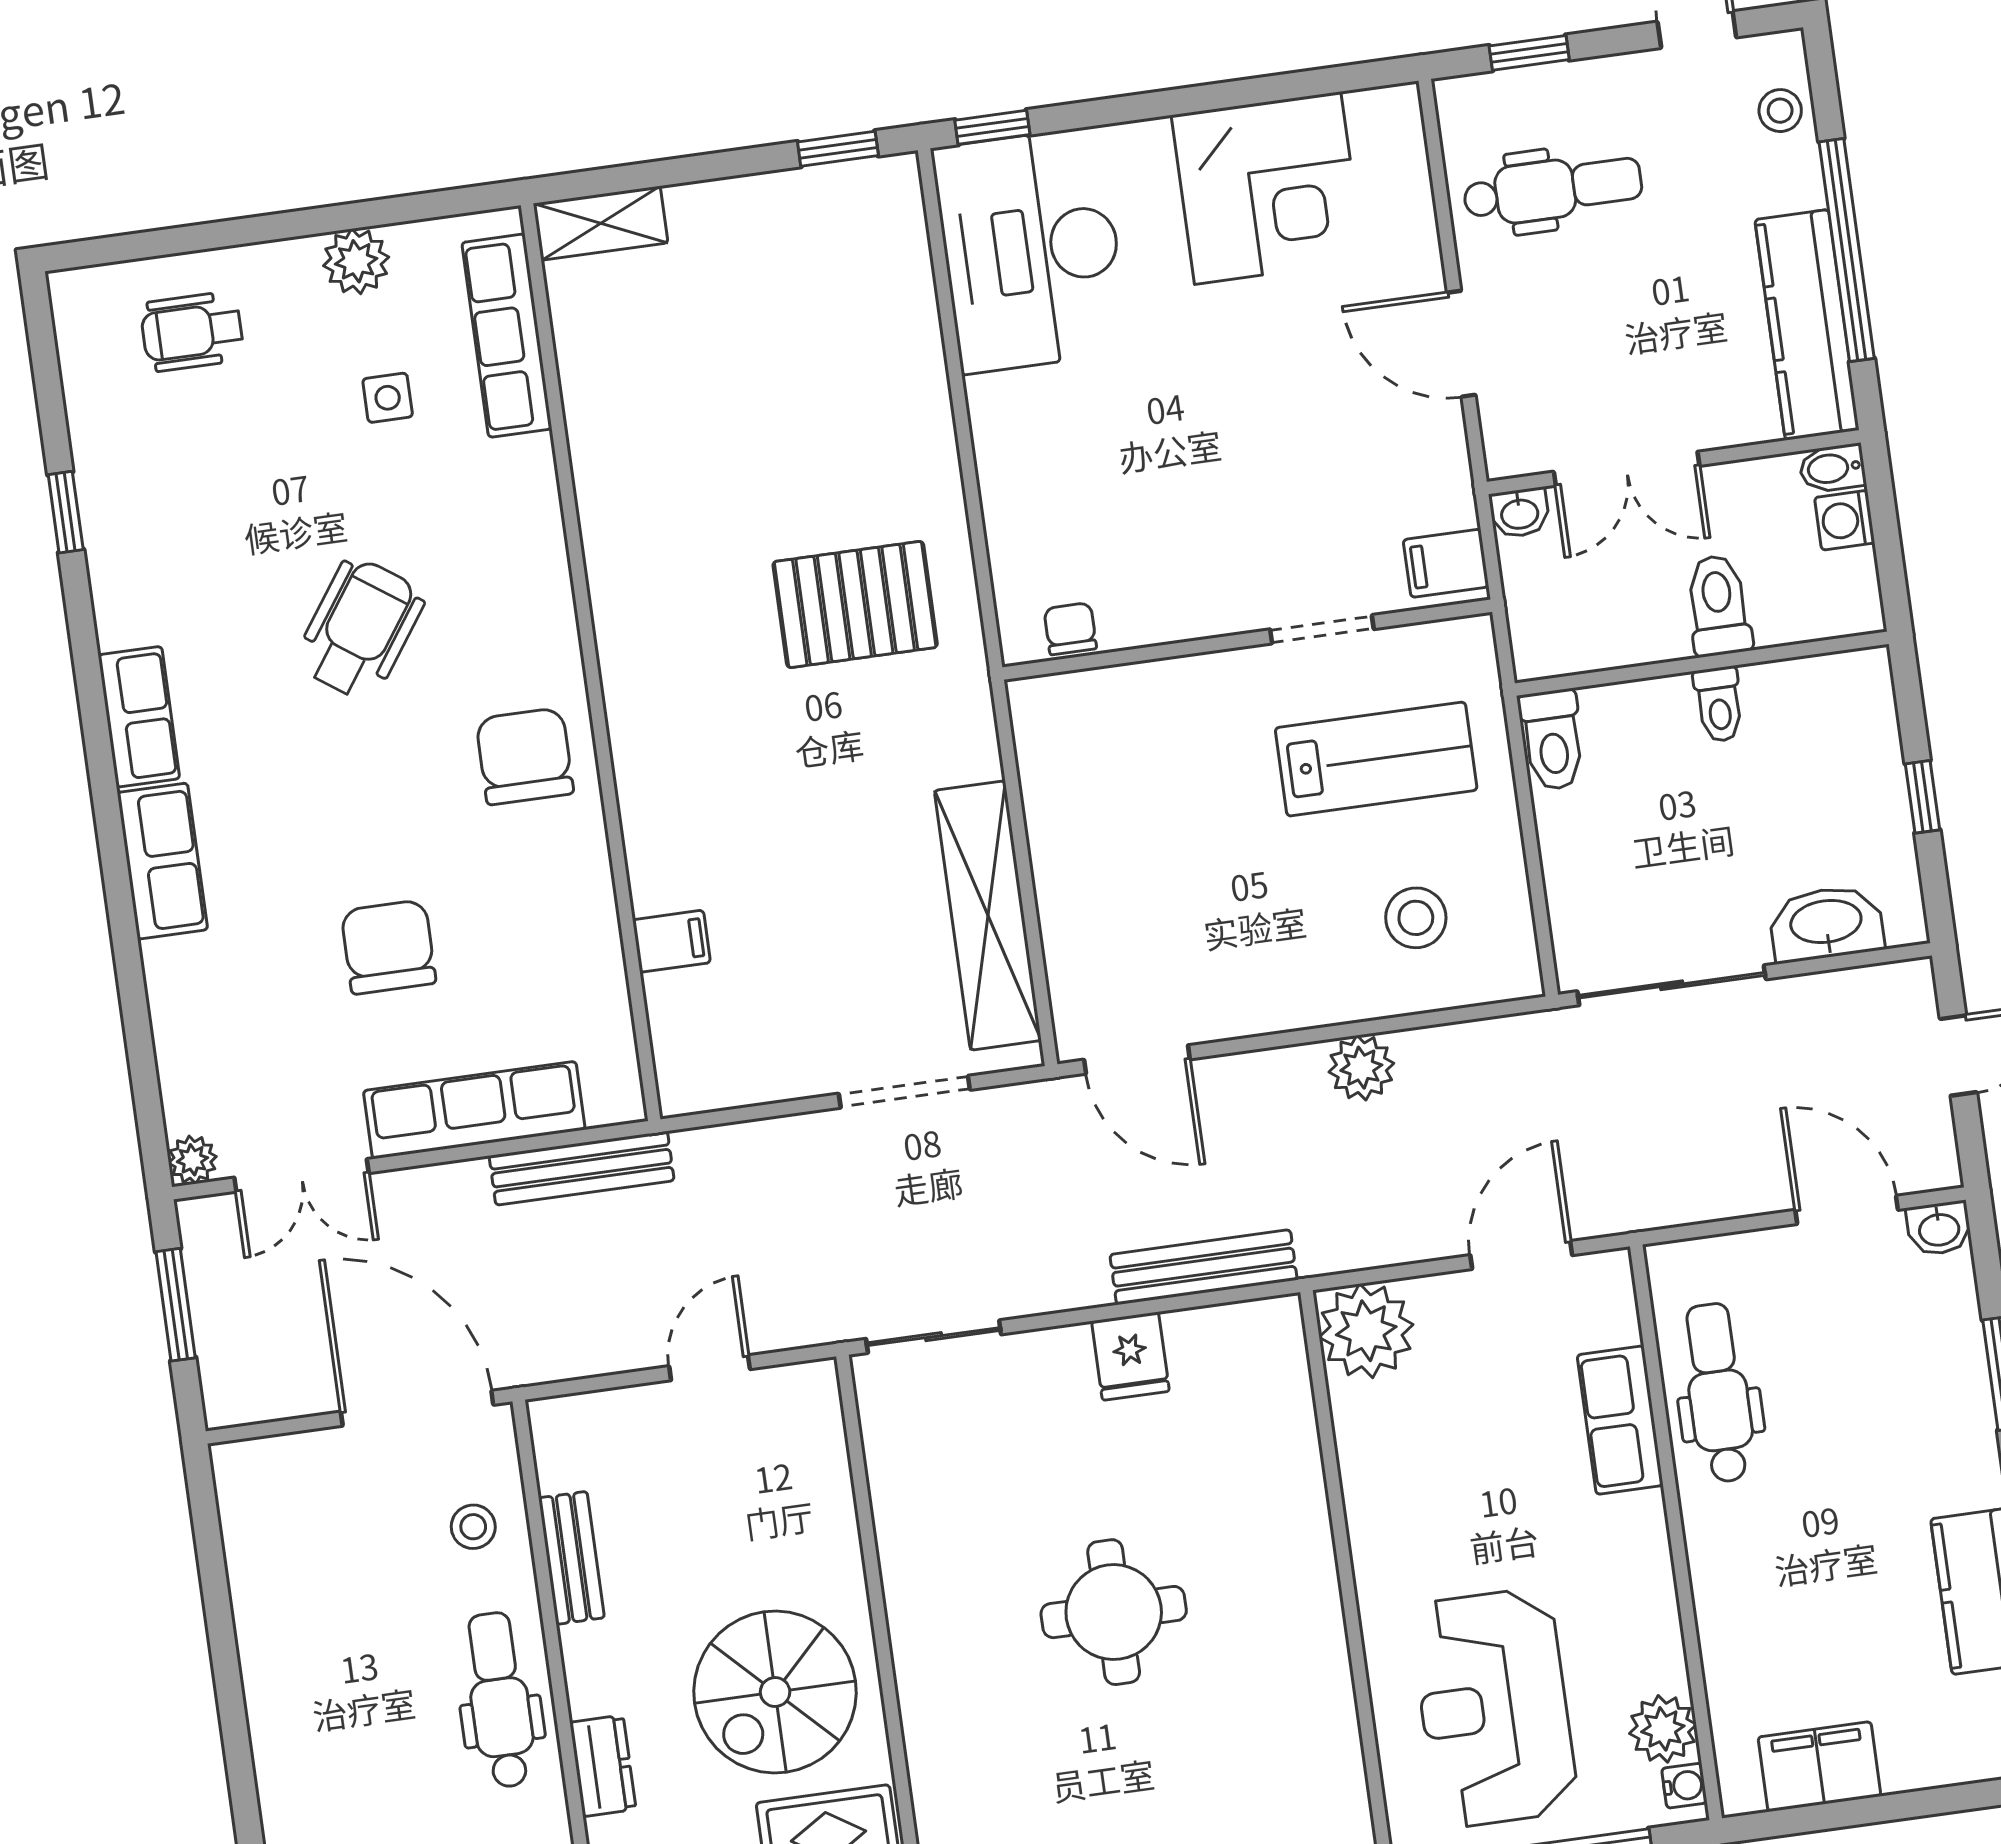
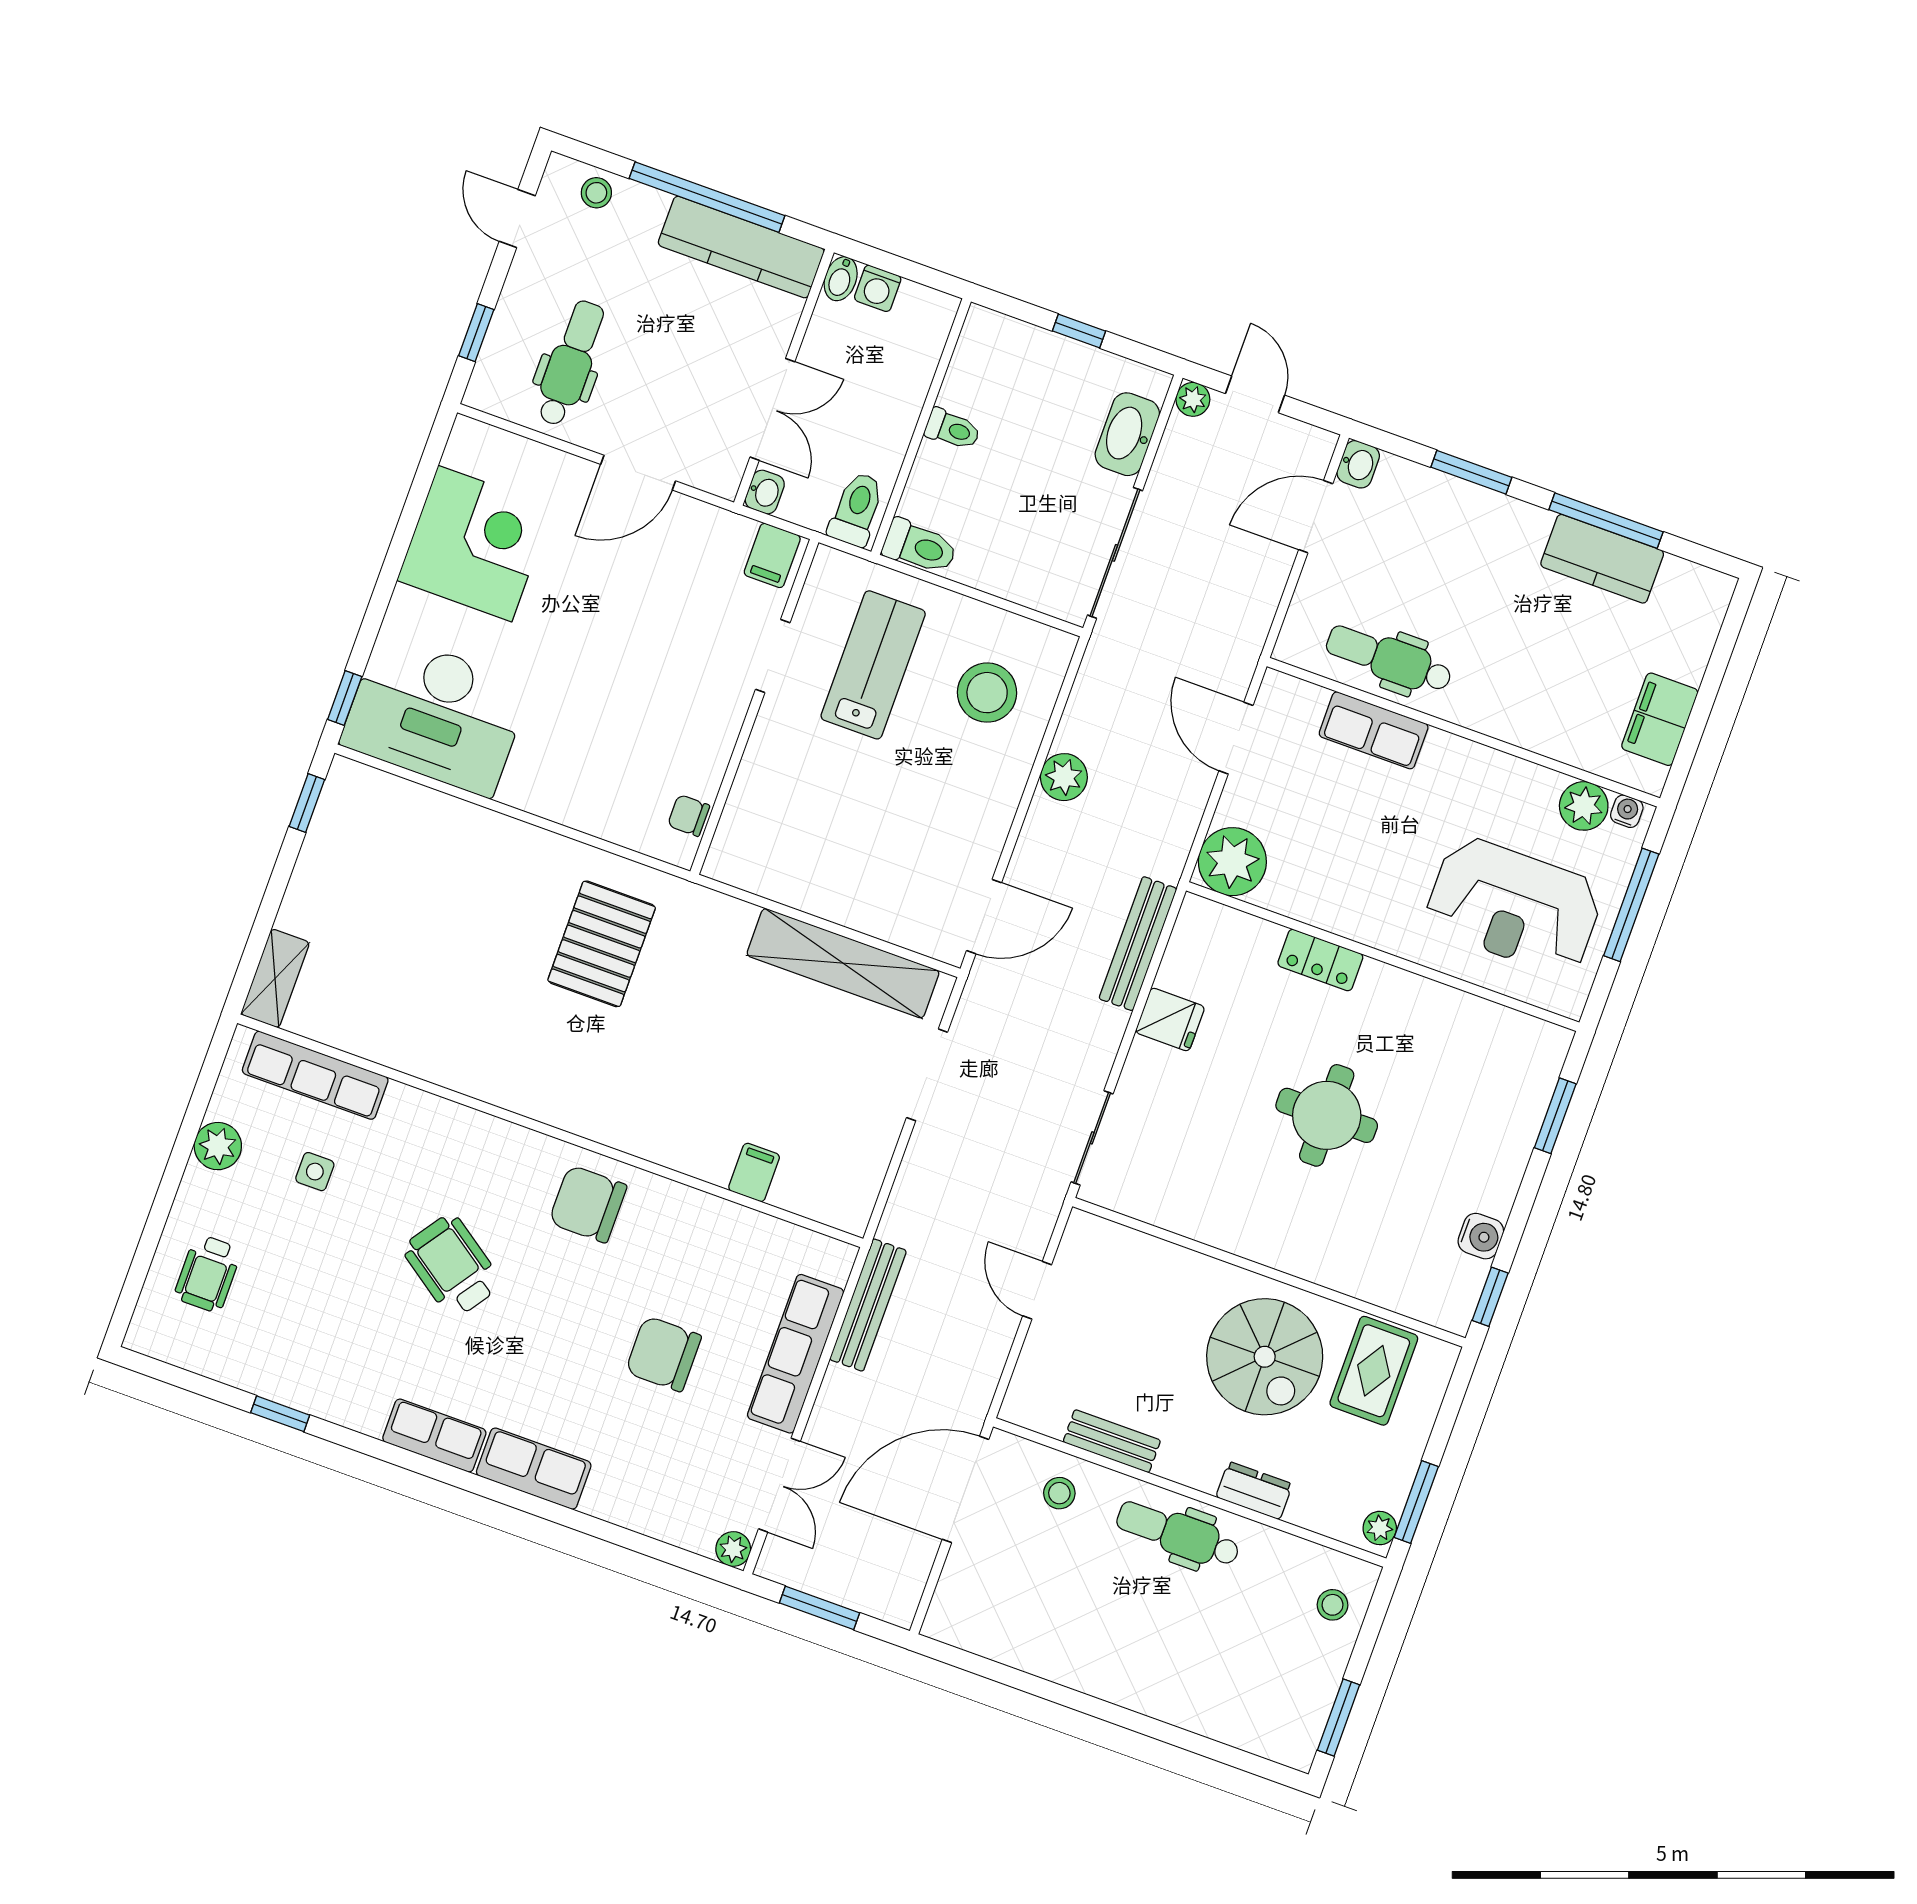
toilet: (1718, 606) -> (857, 509), moved, turned 90
stool: (1416, 918) -> (987, 693), width x1.38, depth x1.38
plant: (1912, 982) -> (1193, 399), added
locker: (1302, 1503) -> (1320, 960), added

